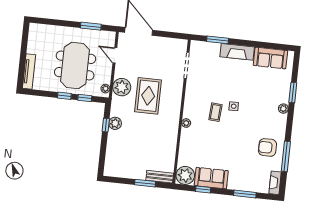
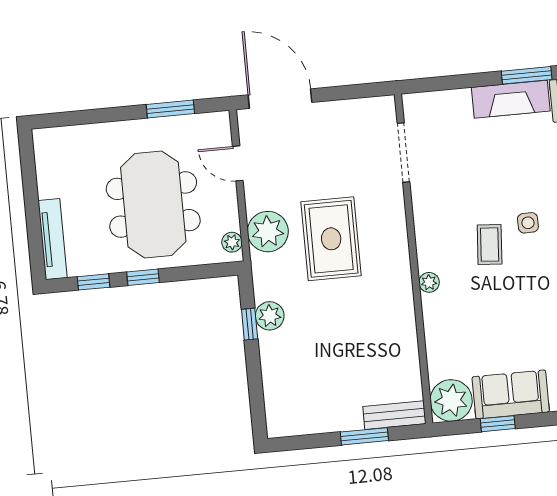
window: (218, 40) -> (527, 75), moved
window: (85, 98) -> (94, 282), moved

